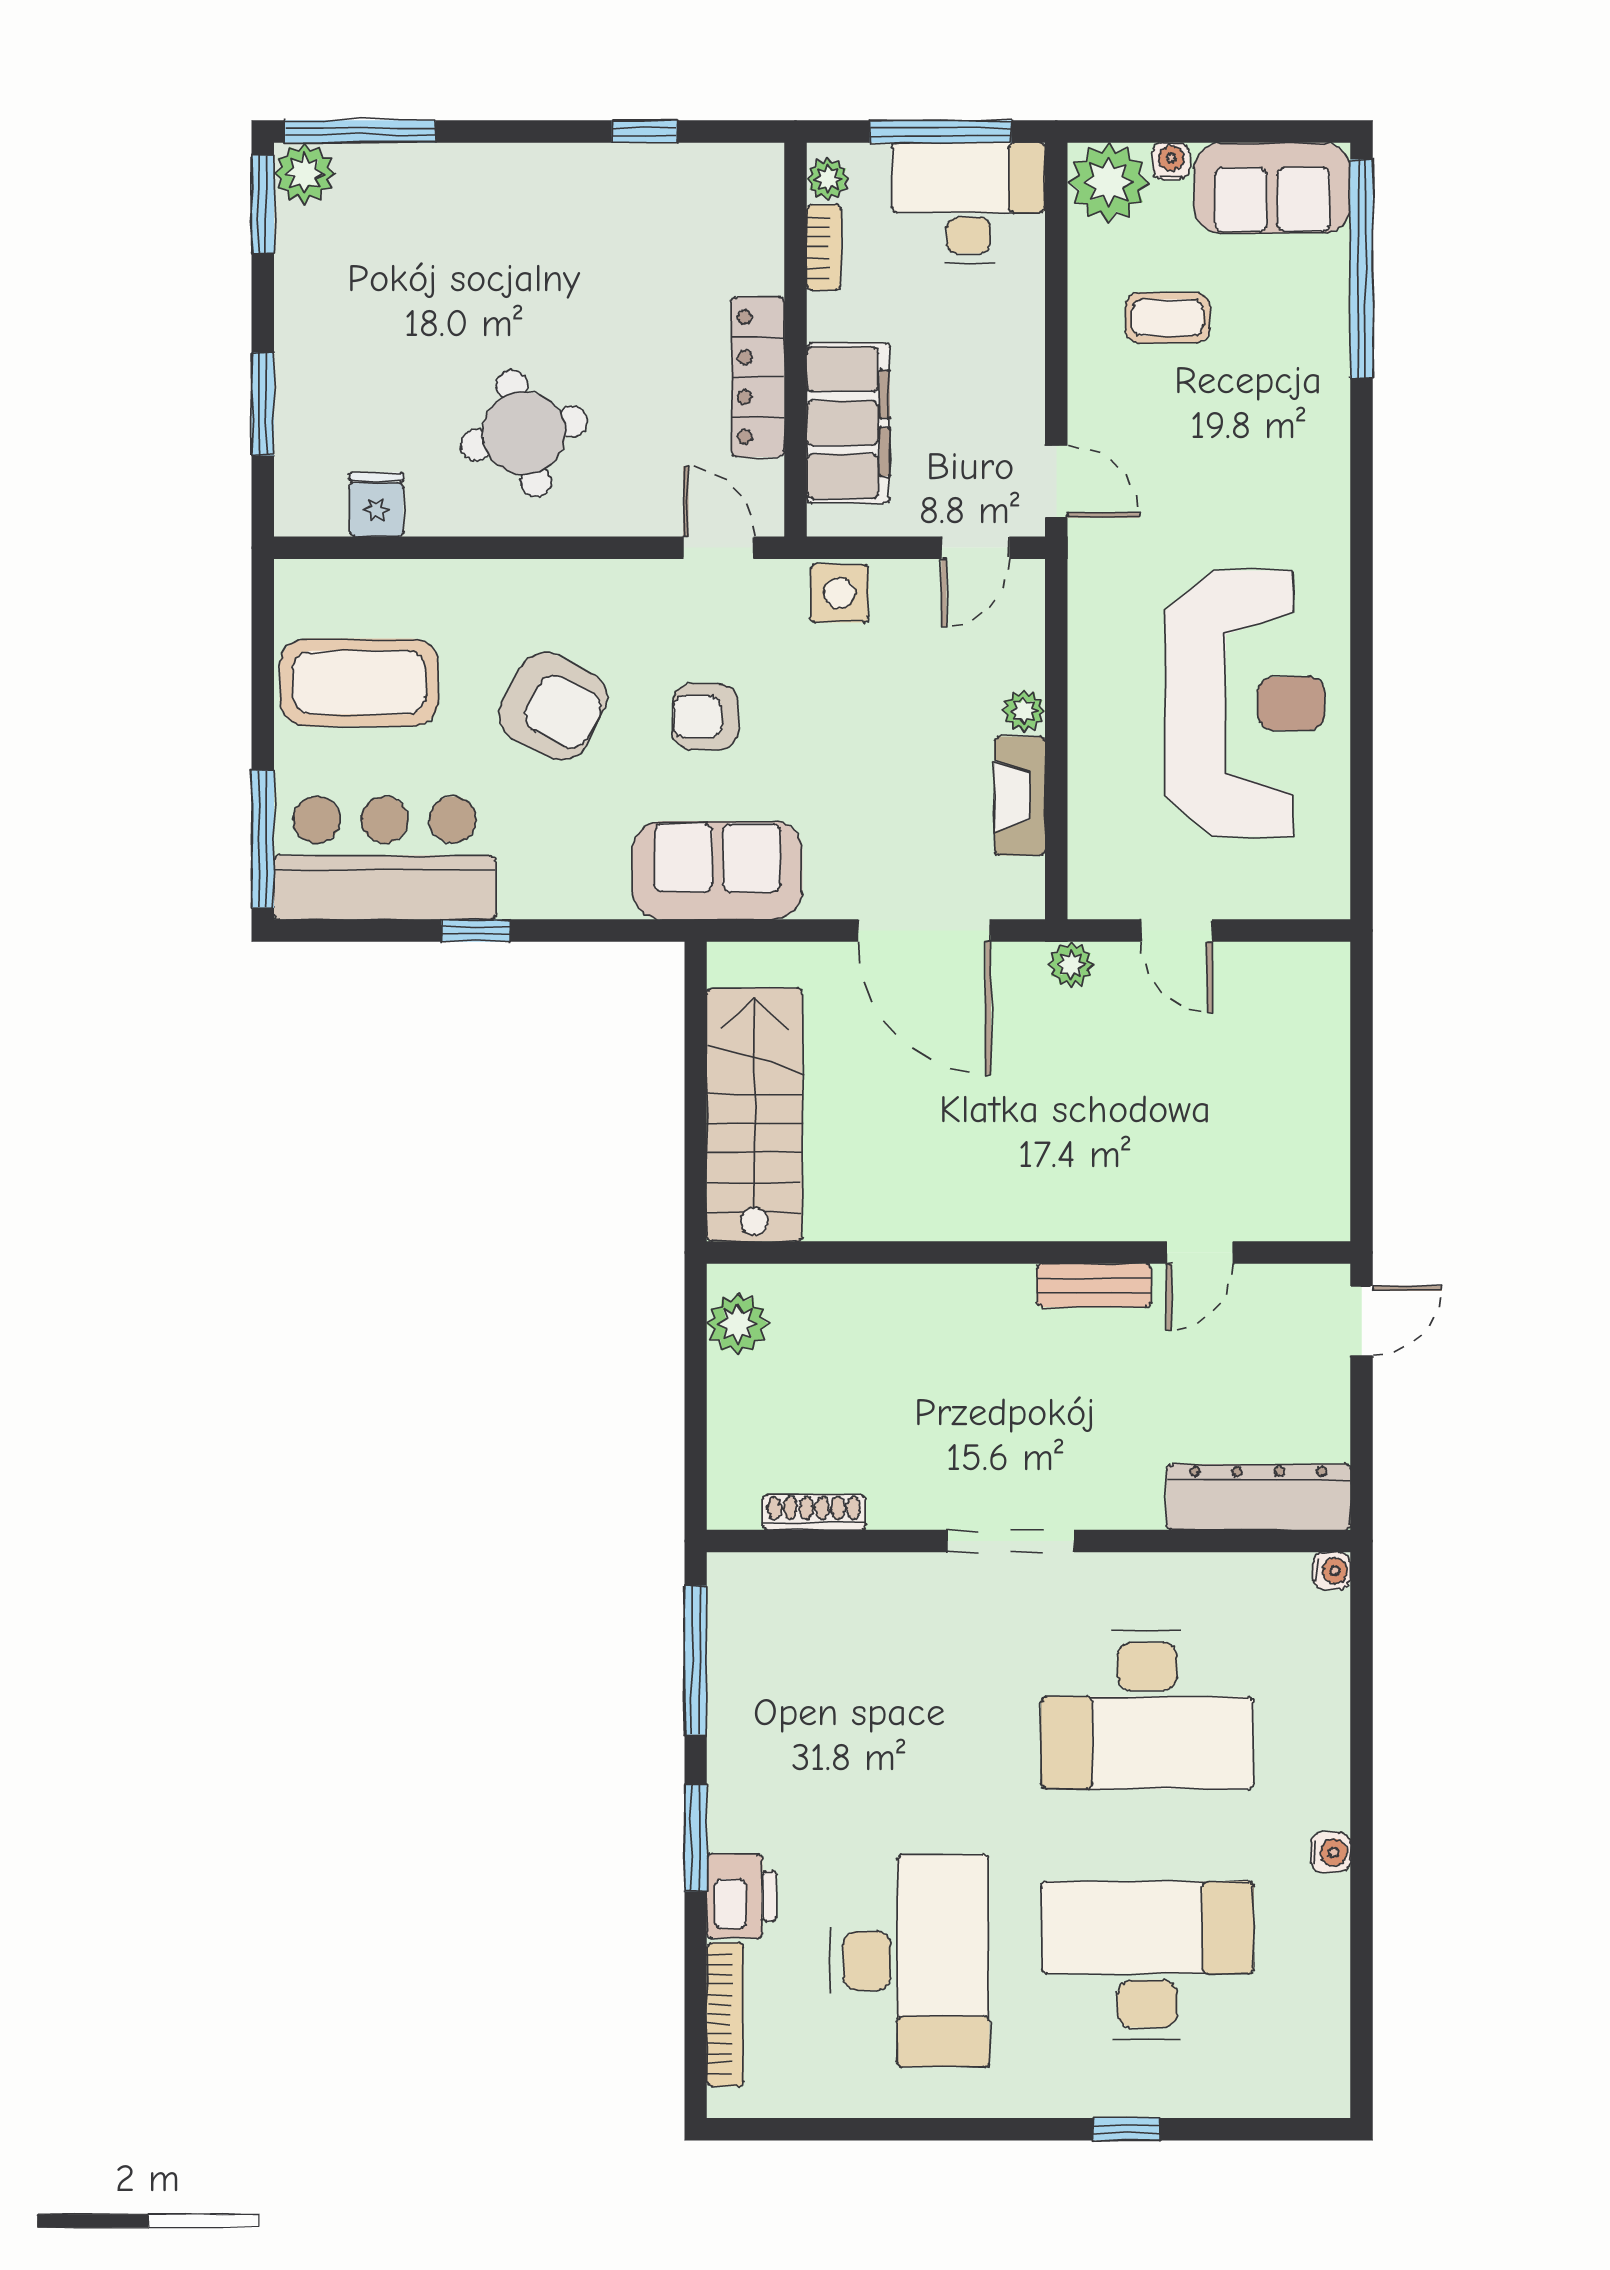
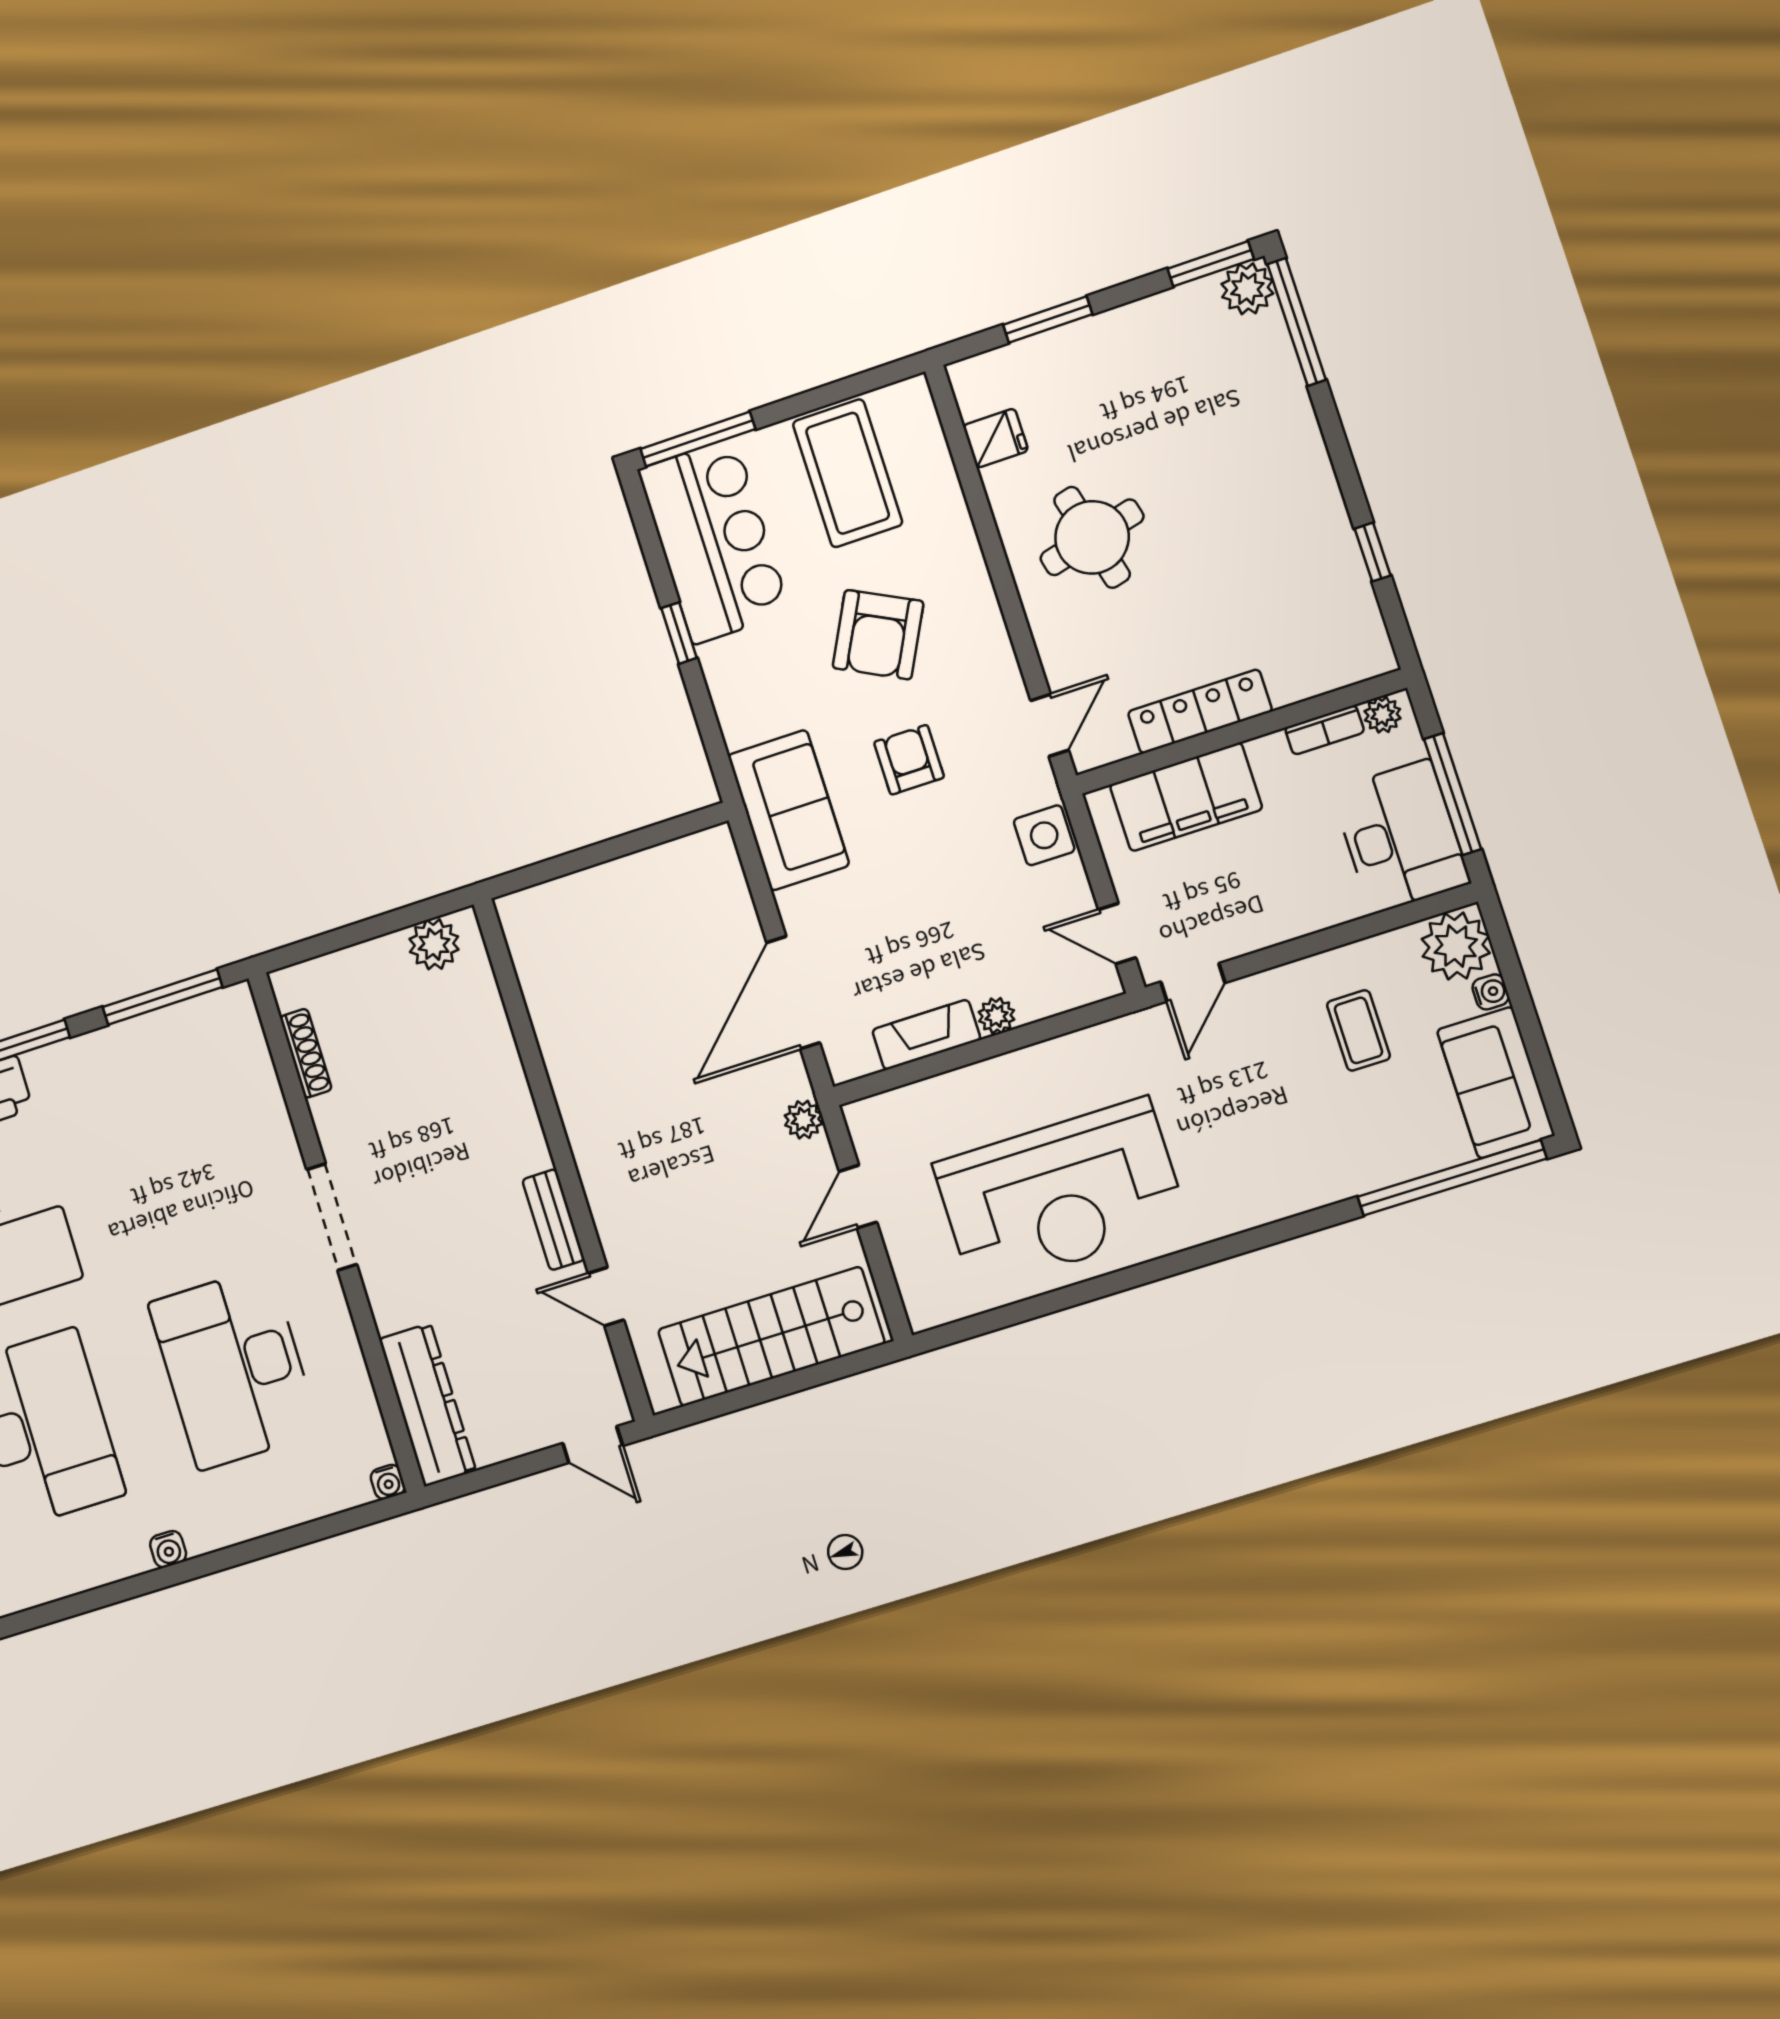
stairs: (754, 1115) -> (771, 1337), moved, turned 180

